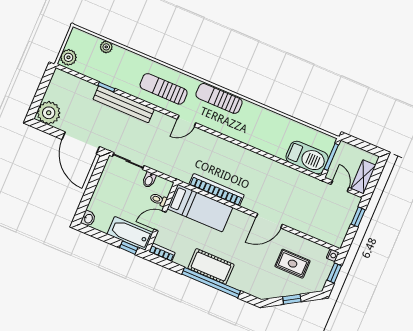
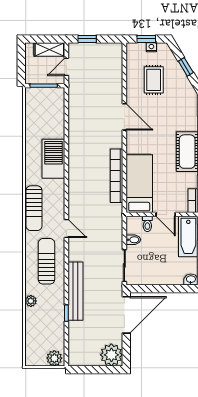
plant: (106, 47) -> (31, 301), moved
sun lounger: (164, 89) -> (46, 261), turned 180
barbecue: (307, 158) -> (53, 159), moved
nightstand: (333, 255) -> (151, 47), moved

